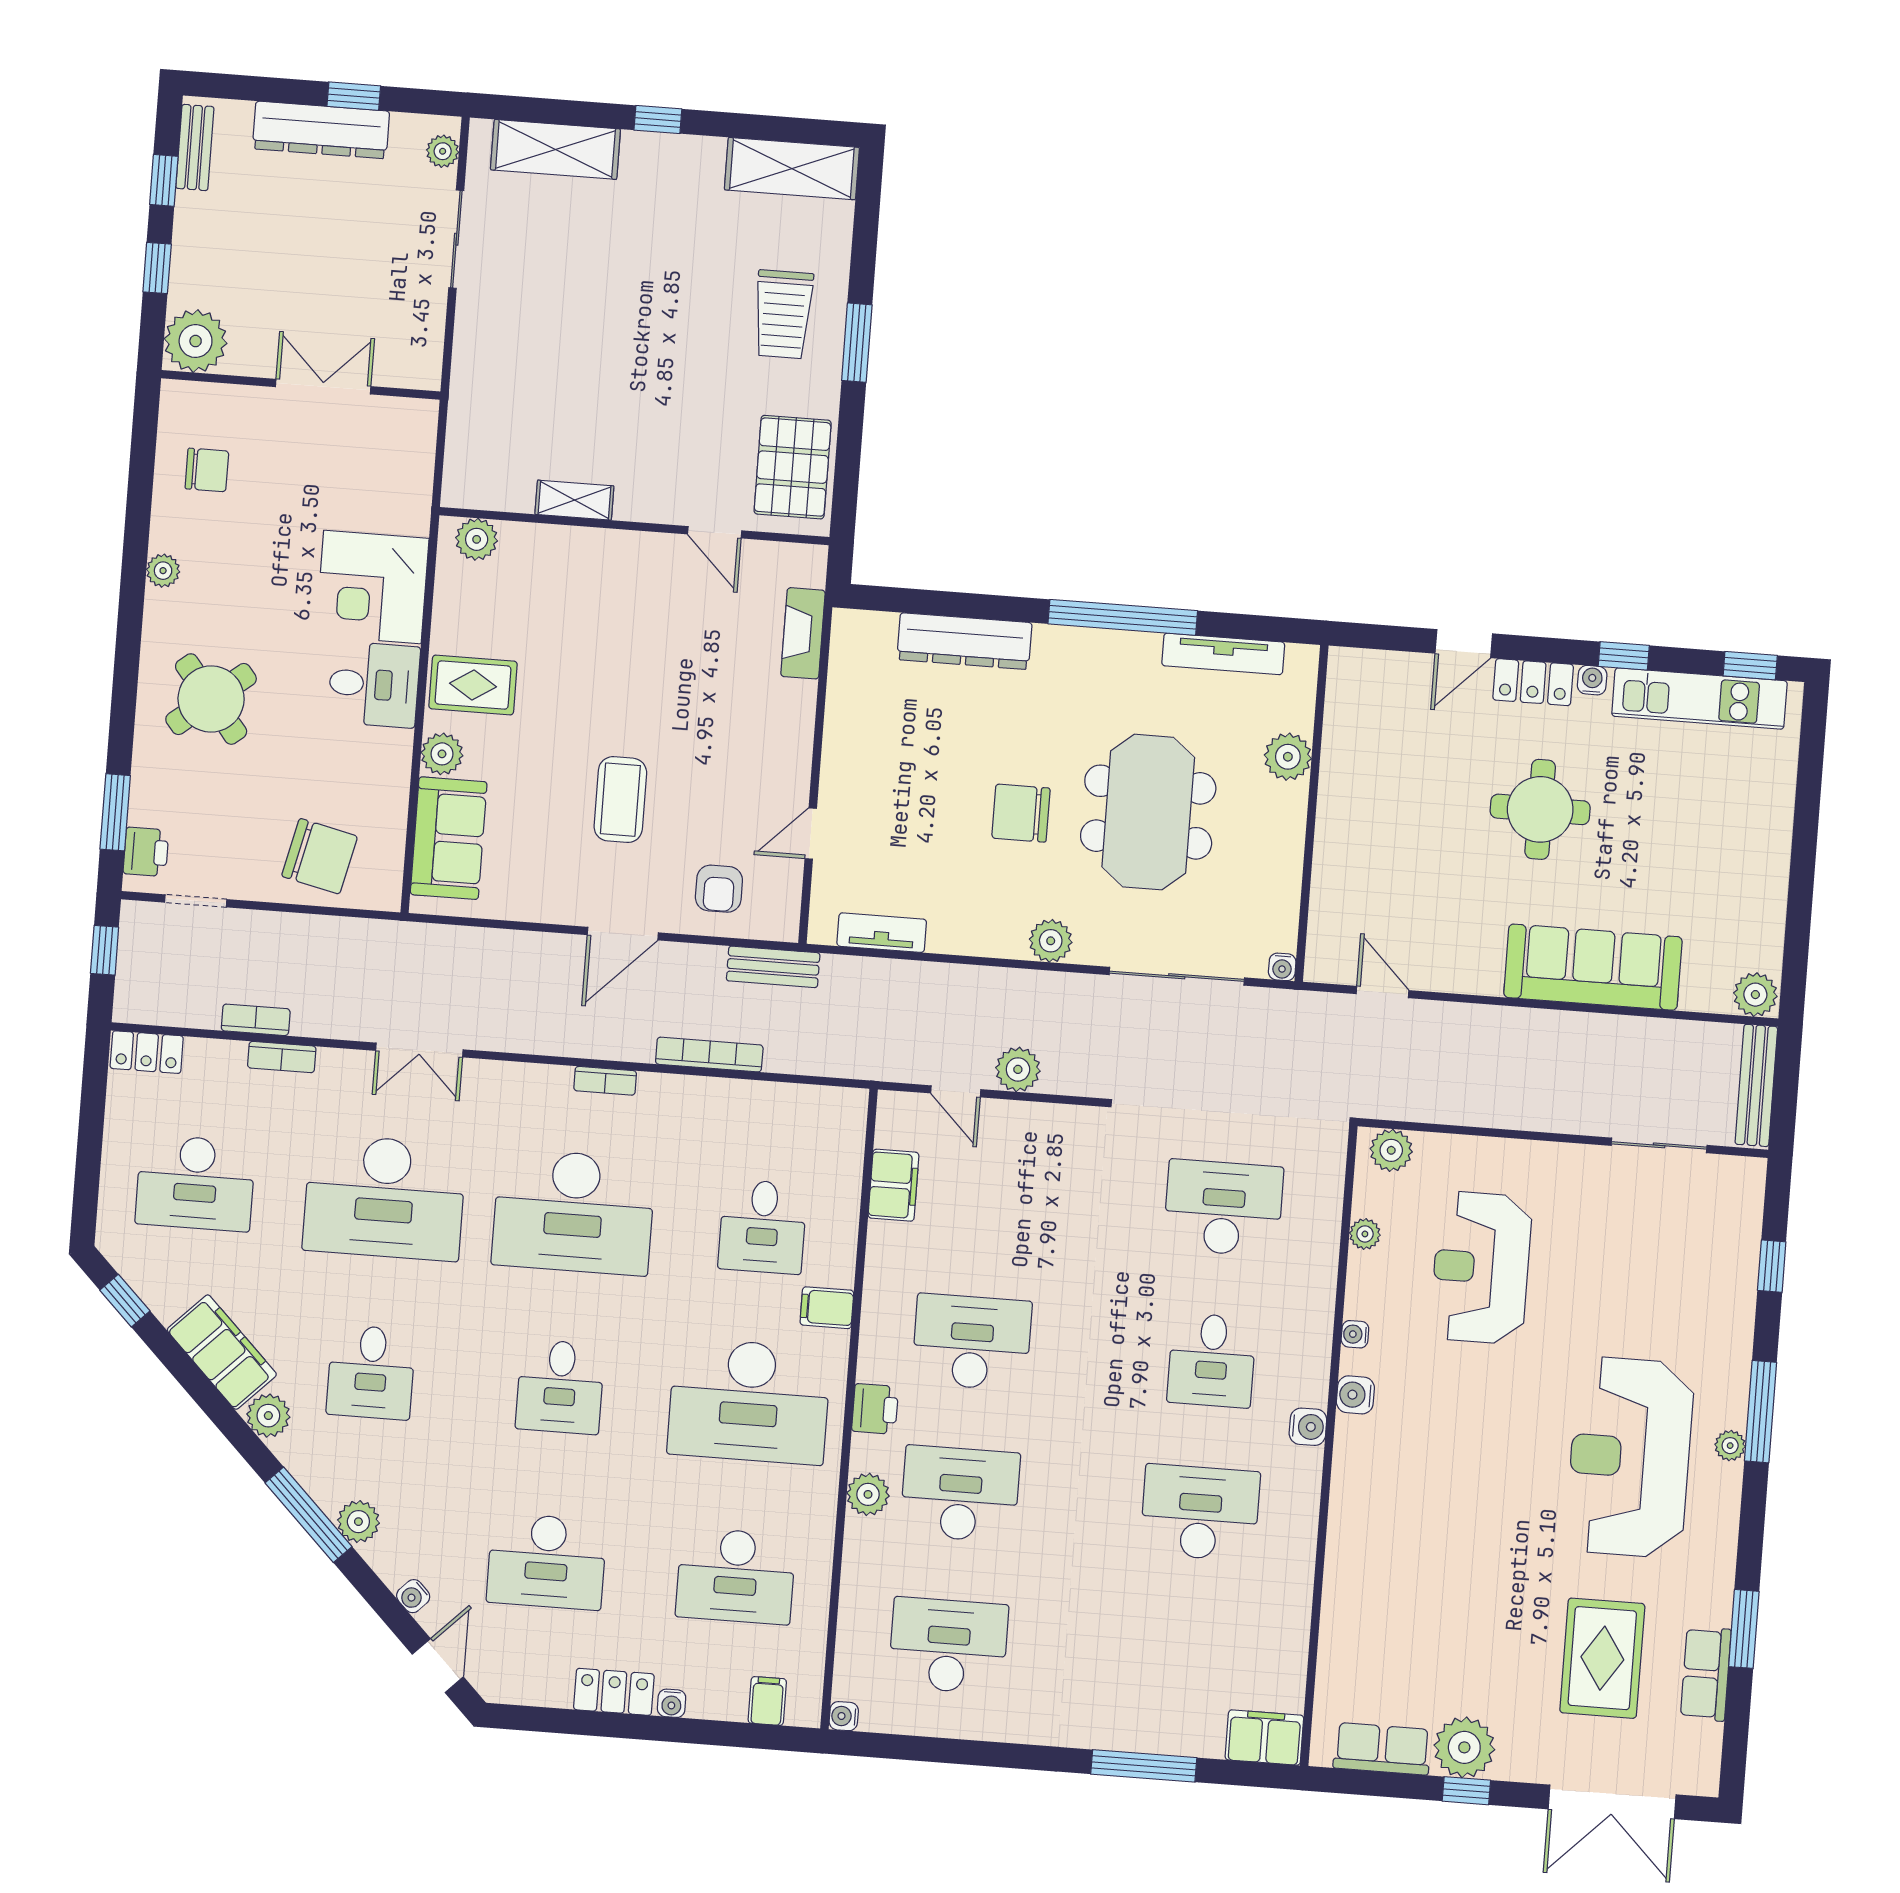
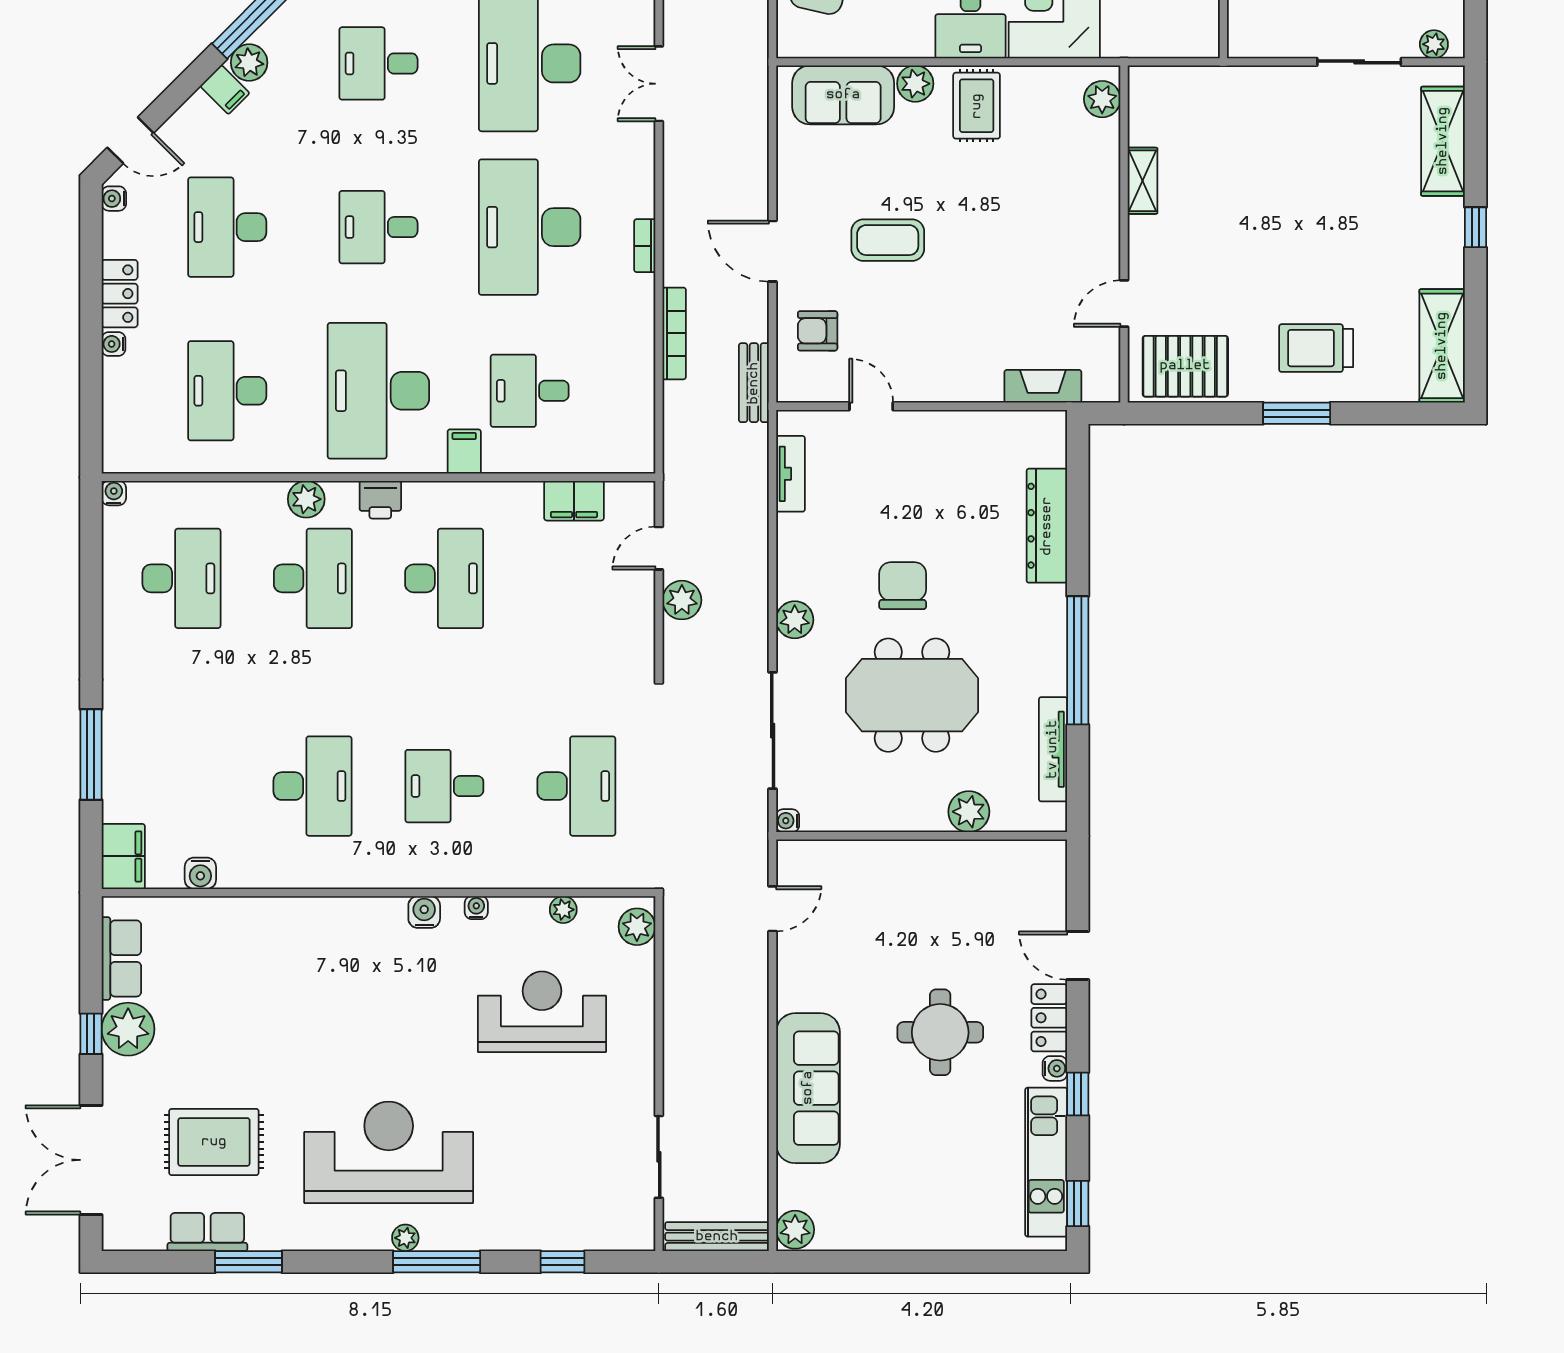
water cooler: (1308, 1427) -> (200, 873), moved
water cooler: (413, 1596) -> (114, 199), moved, turned -45
filing cabinet: (767, 1701) -> (225, 90), moved, turned 45

